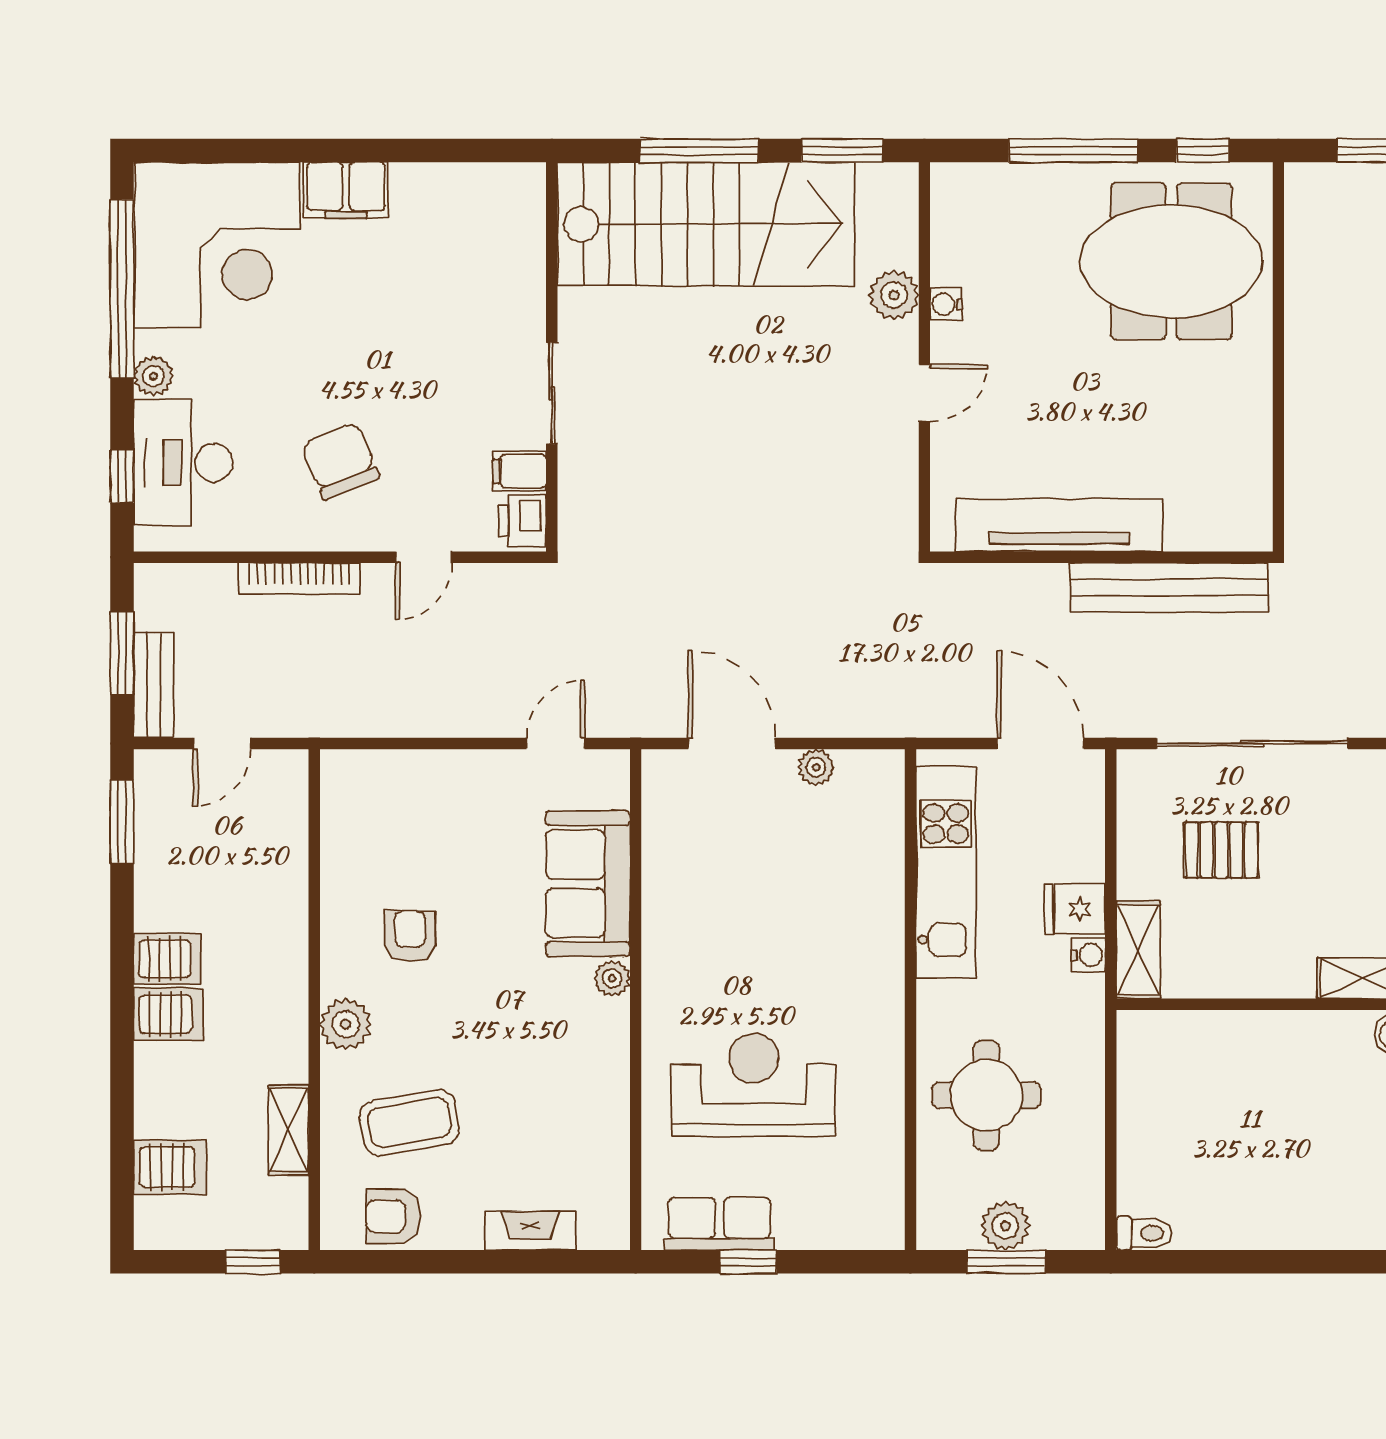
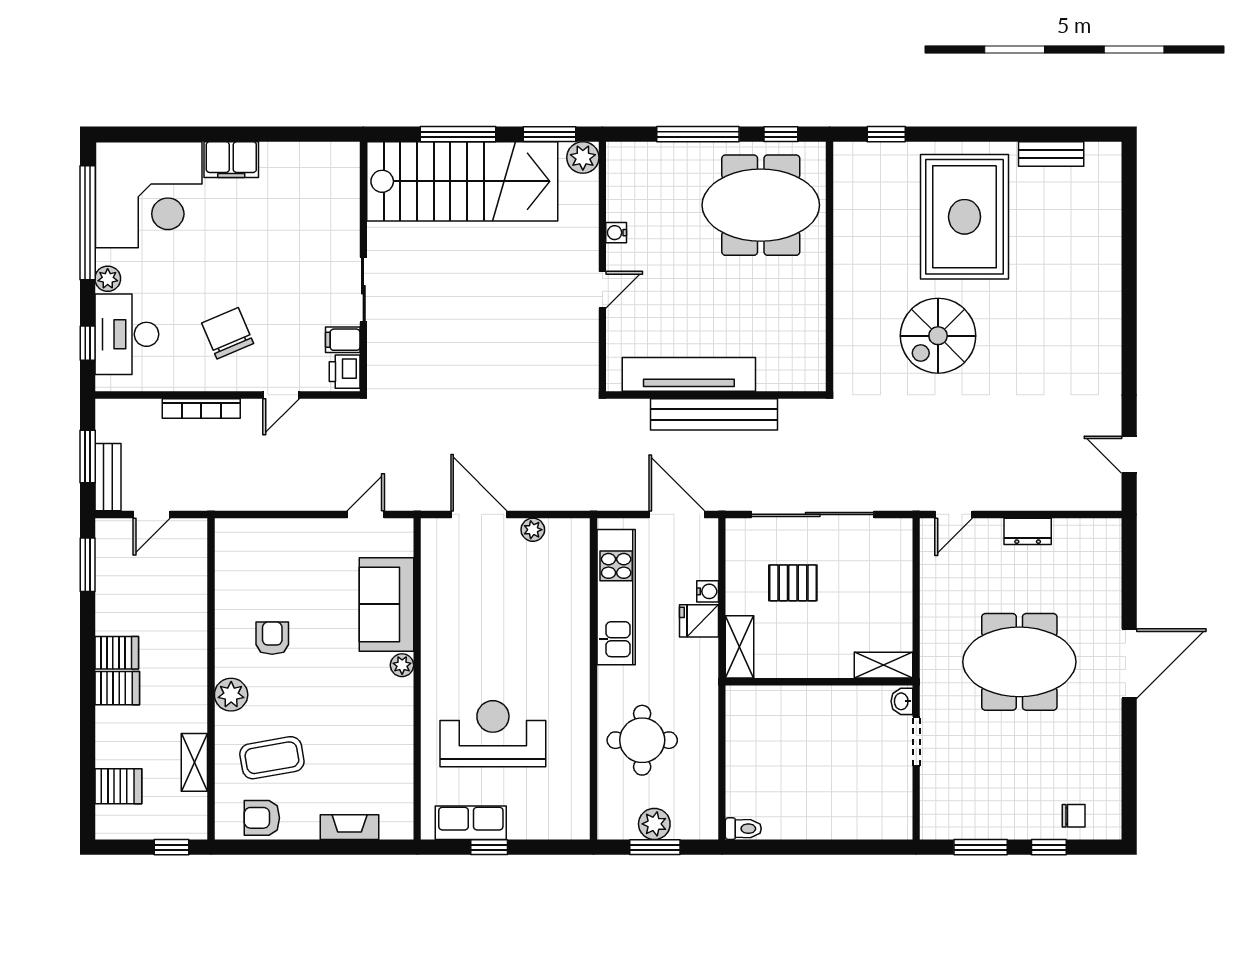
plant: (894, 295) -> (583, 158), moved
bench: (1169, 587) -> (714, 414), moved
water cooler: (1088, 955) -> (708, 591), moved

